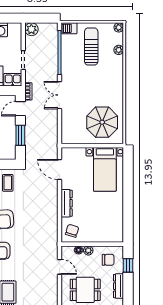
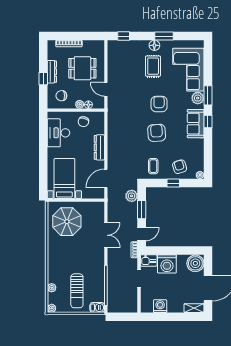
plant: (31, 29) -> (132, 196), moved
double door: (59, 95) -> (106, 235), moved
door: (59, 169) -> (106, 178), swing flipped
desk: (111, 219) -> (58, 133), added
chair: (72, 231) -> (83, 122), moved
window: (128, 265) -> (43, 79), moved

